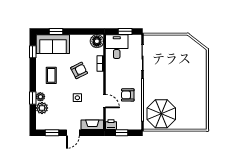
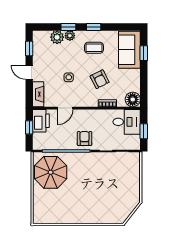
window: (33, 52) -> (94, 27), moved
armchair: (128, 95) -> (85, 139), moved
printer: (111, 125) -> (41, 121), width x1.87, depth x1.48

